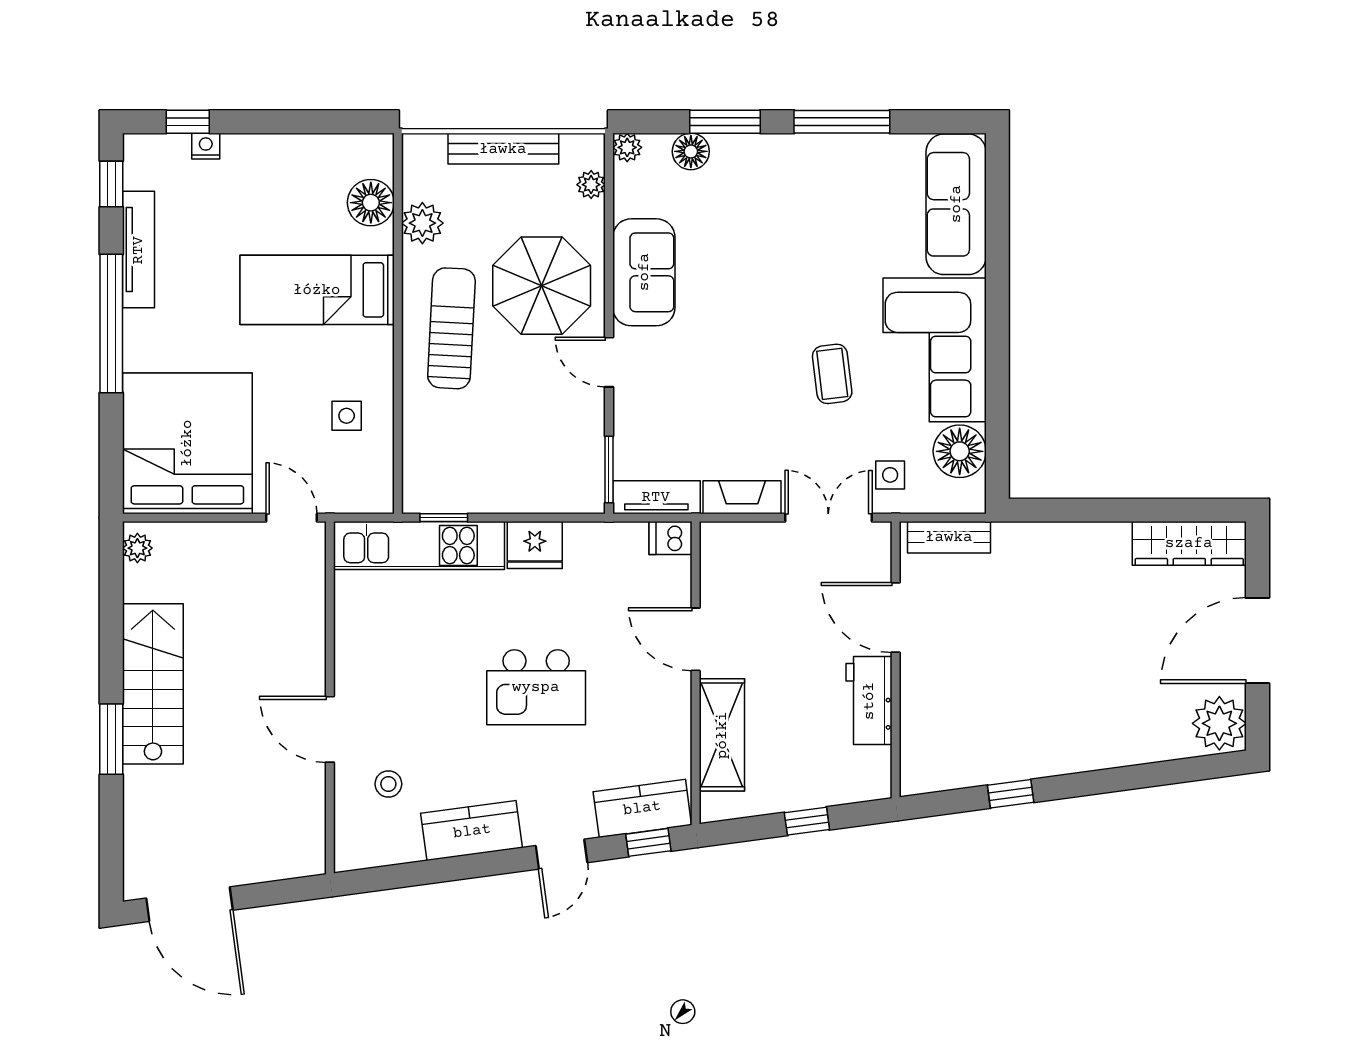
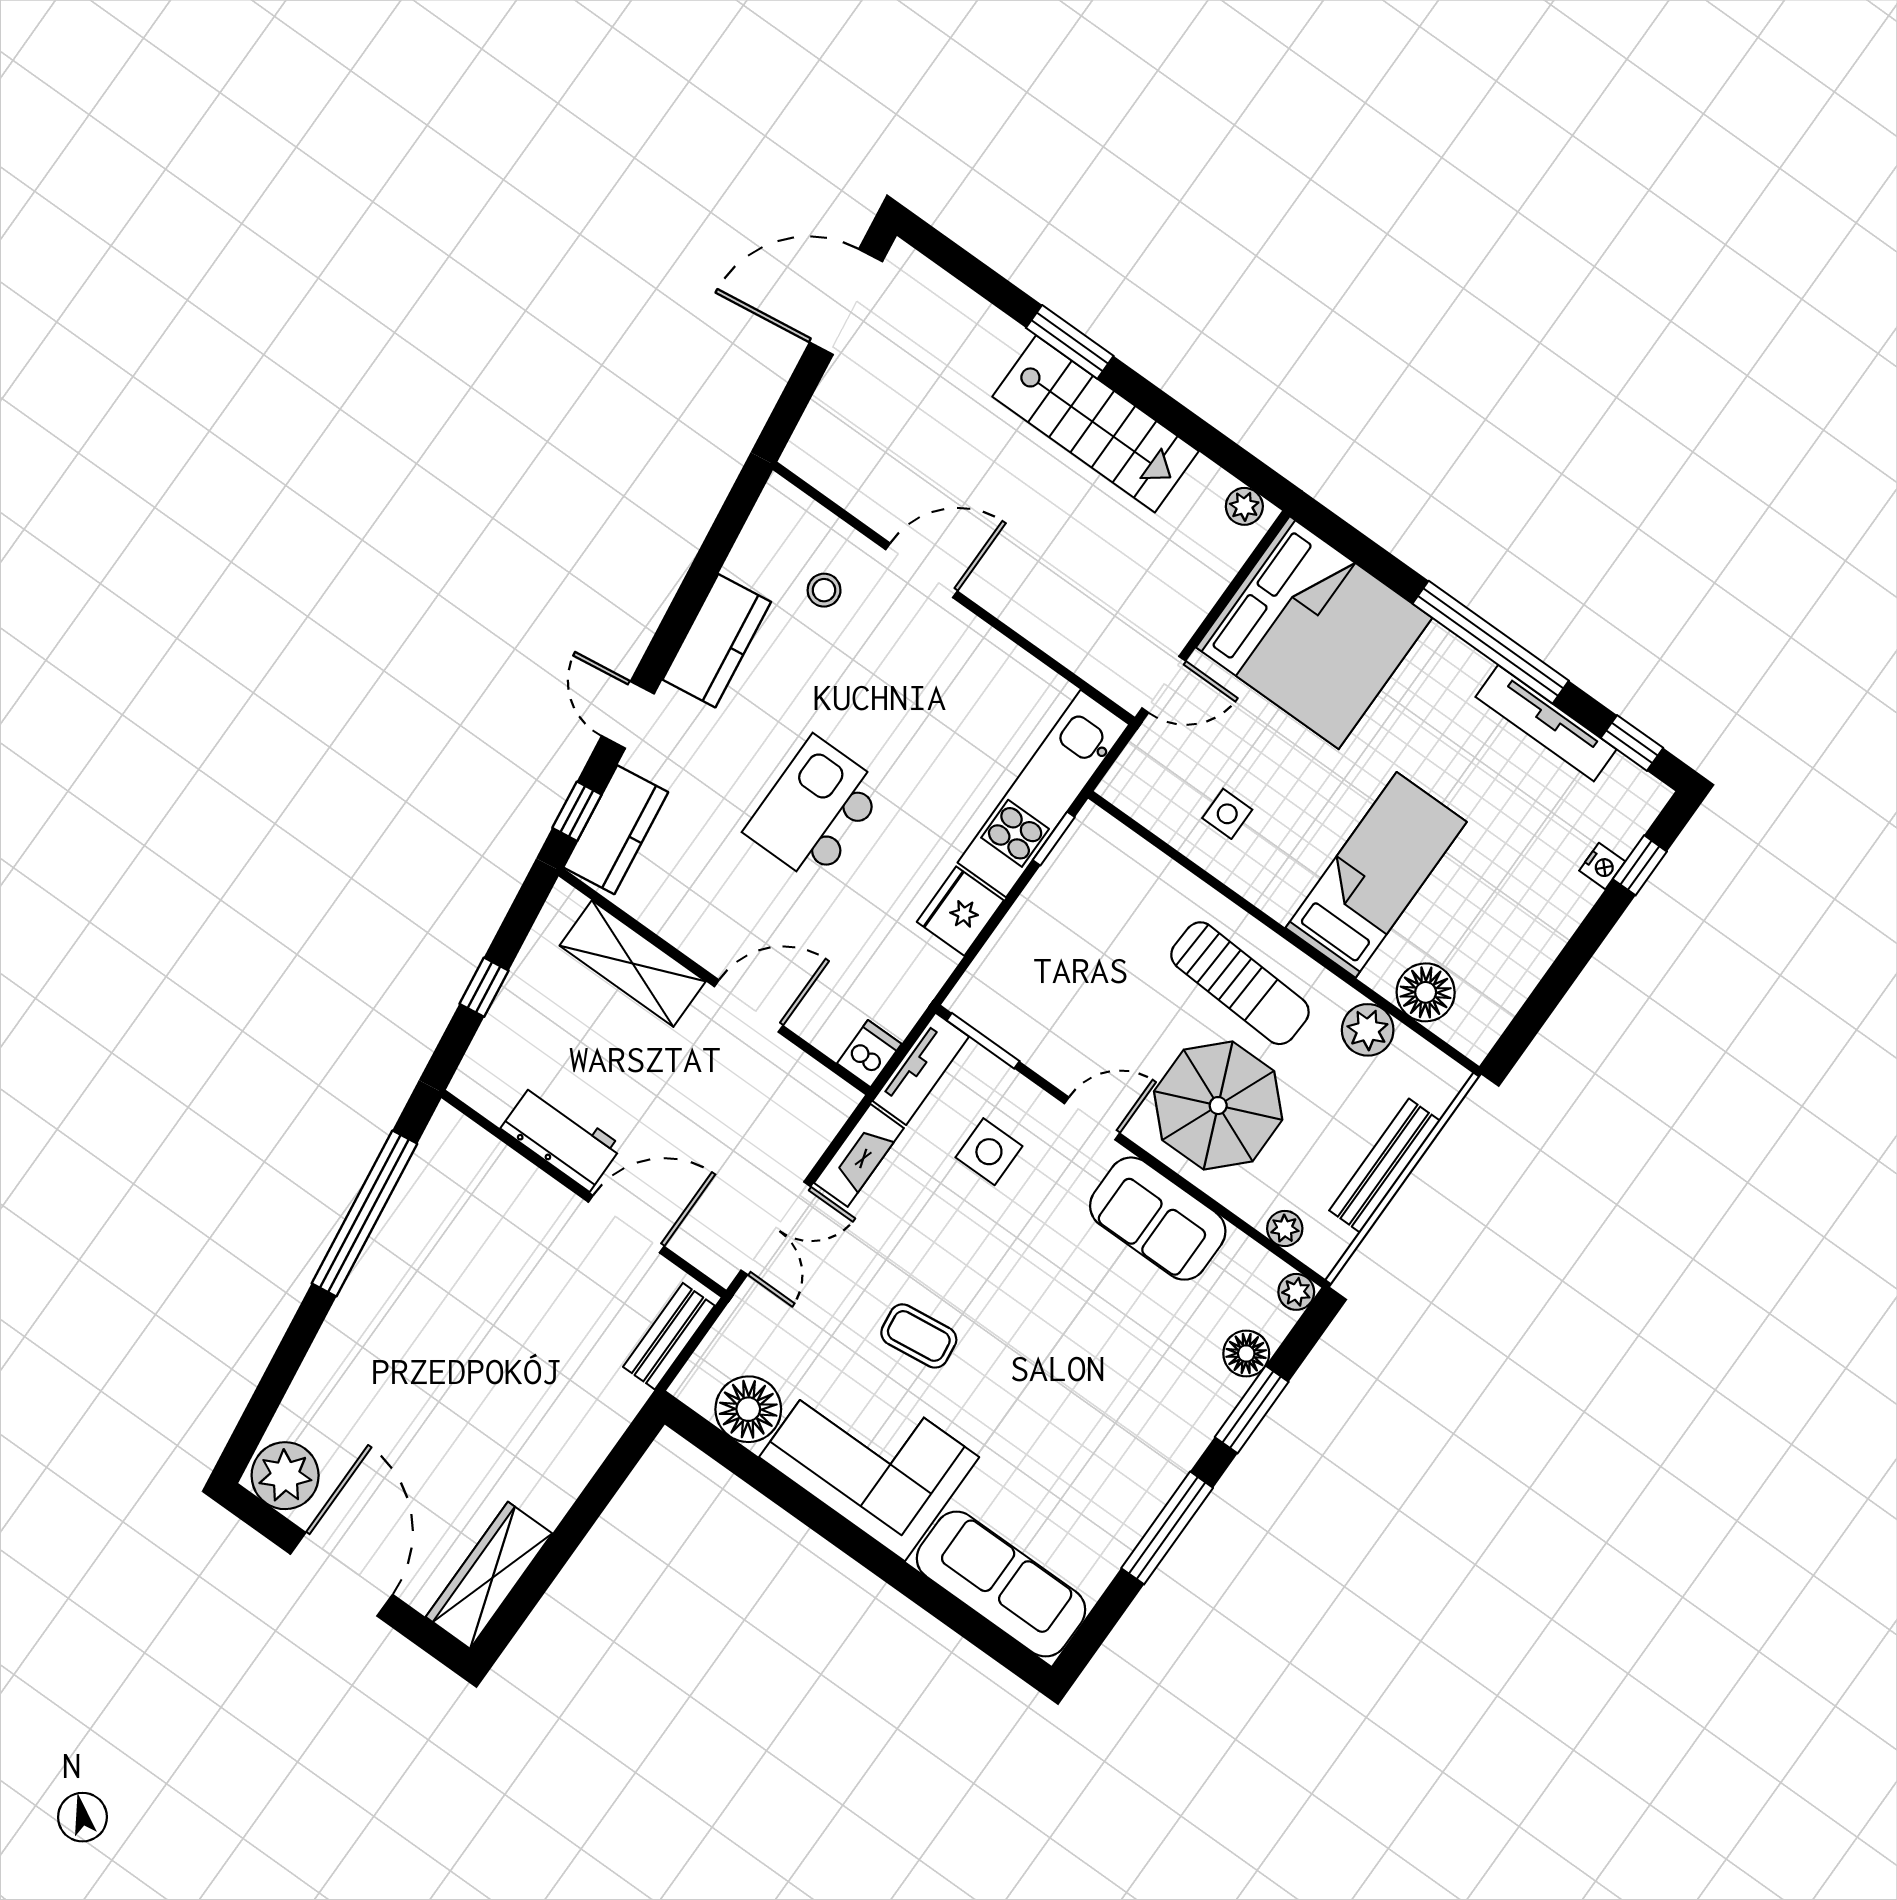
side table: (890, 475) -> (989, 1152), moved, width x1.37, depth x1.37
window: (1011, 794) -> (364, 1213), width x3.17

